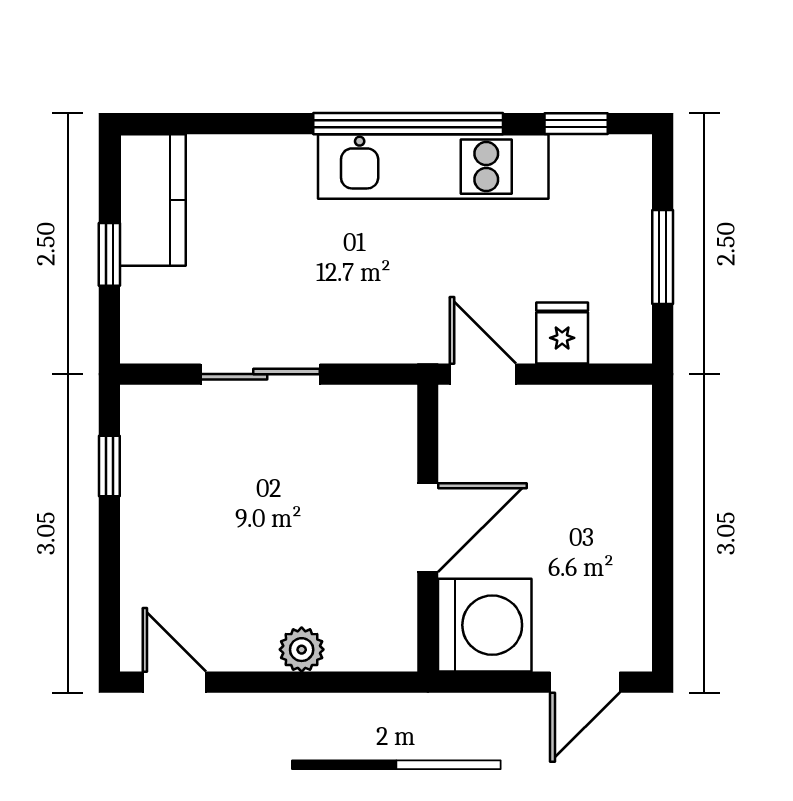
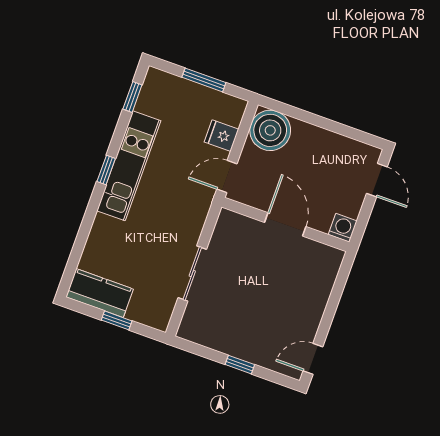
window: (408, 124) -> (106, 170), width x0.32
boiler: (608, 429) -> (270, 130), added
window: (109, 466) -> (240, 365), moved
washing machine: (485, 625) -> (343, 228), width x0.53, depth x0.53
plant: (302, 650) -> (319, 298), removed

